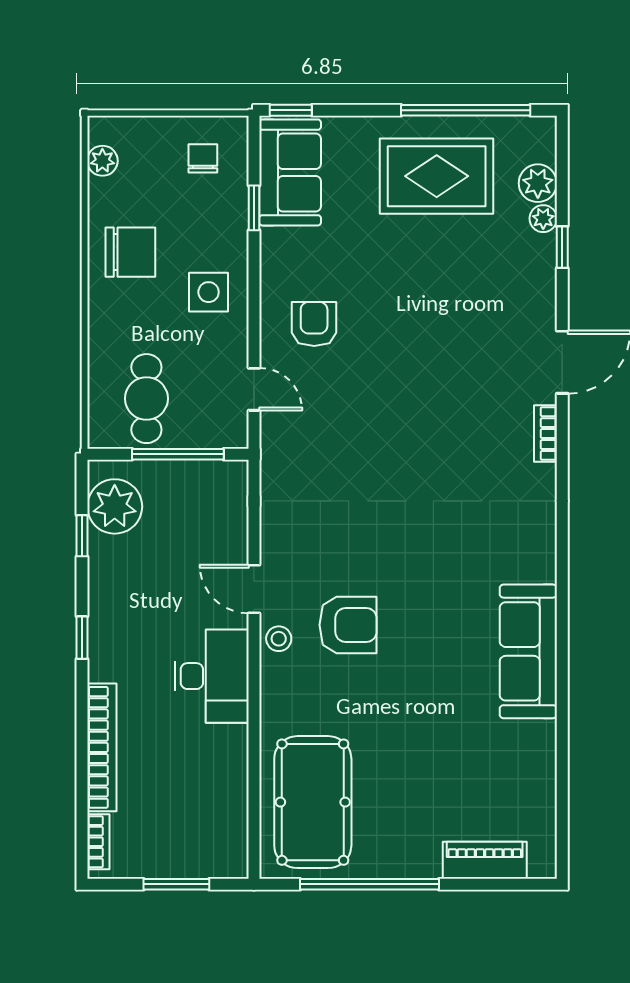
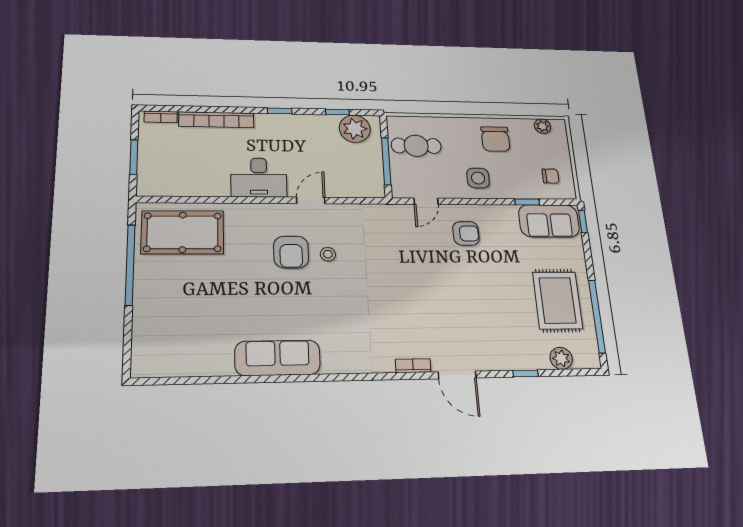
plant: (543, 219) -> (541, 362), removed
stool: (279, 639) -> (328, 254), moved
piano: (485, 860) -> (144, 333), removed

